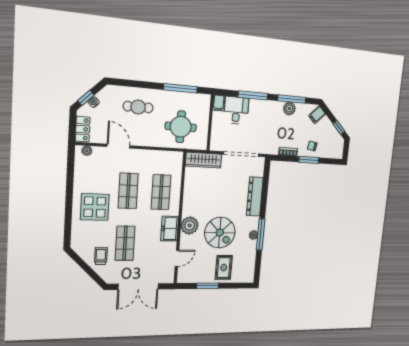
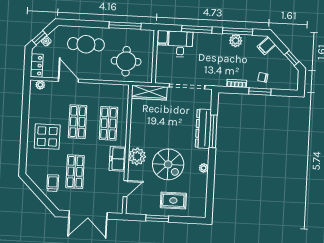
cafe table: (138, 107) -> (86, 44), width x1.37, depth x1.35
window: (261, 234) -> (213, 131), moved
rug: (224, 268) -> (173, 200), turned 90

